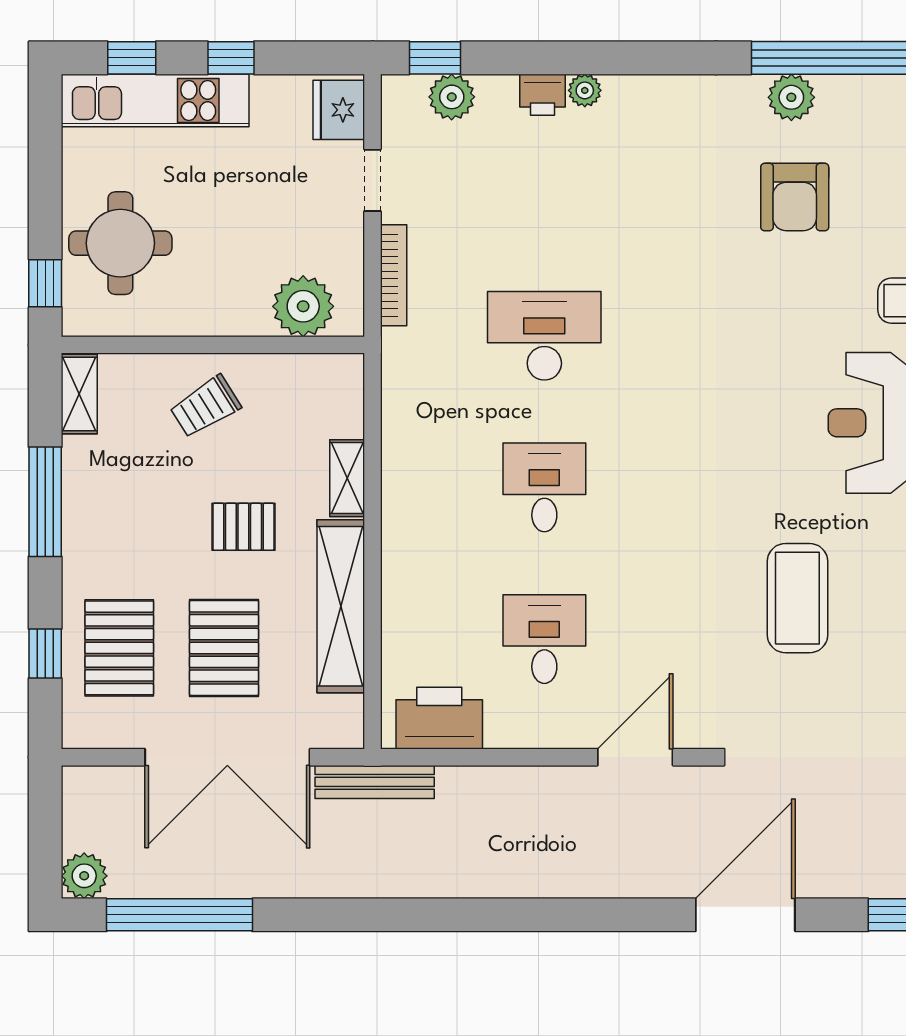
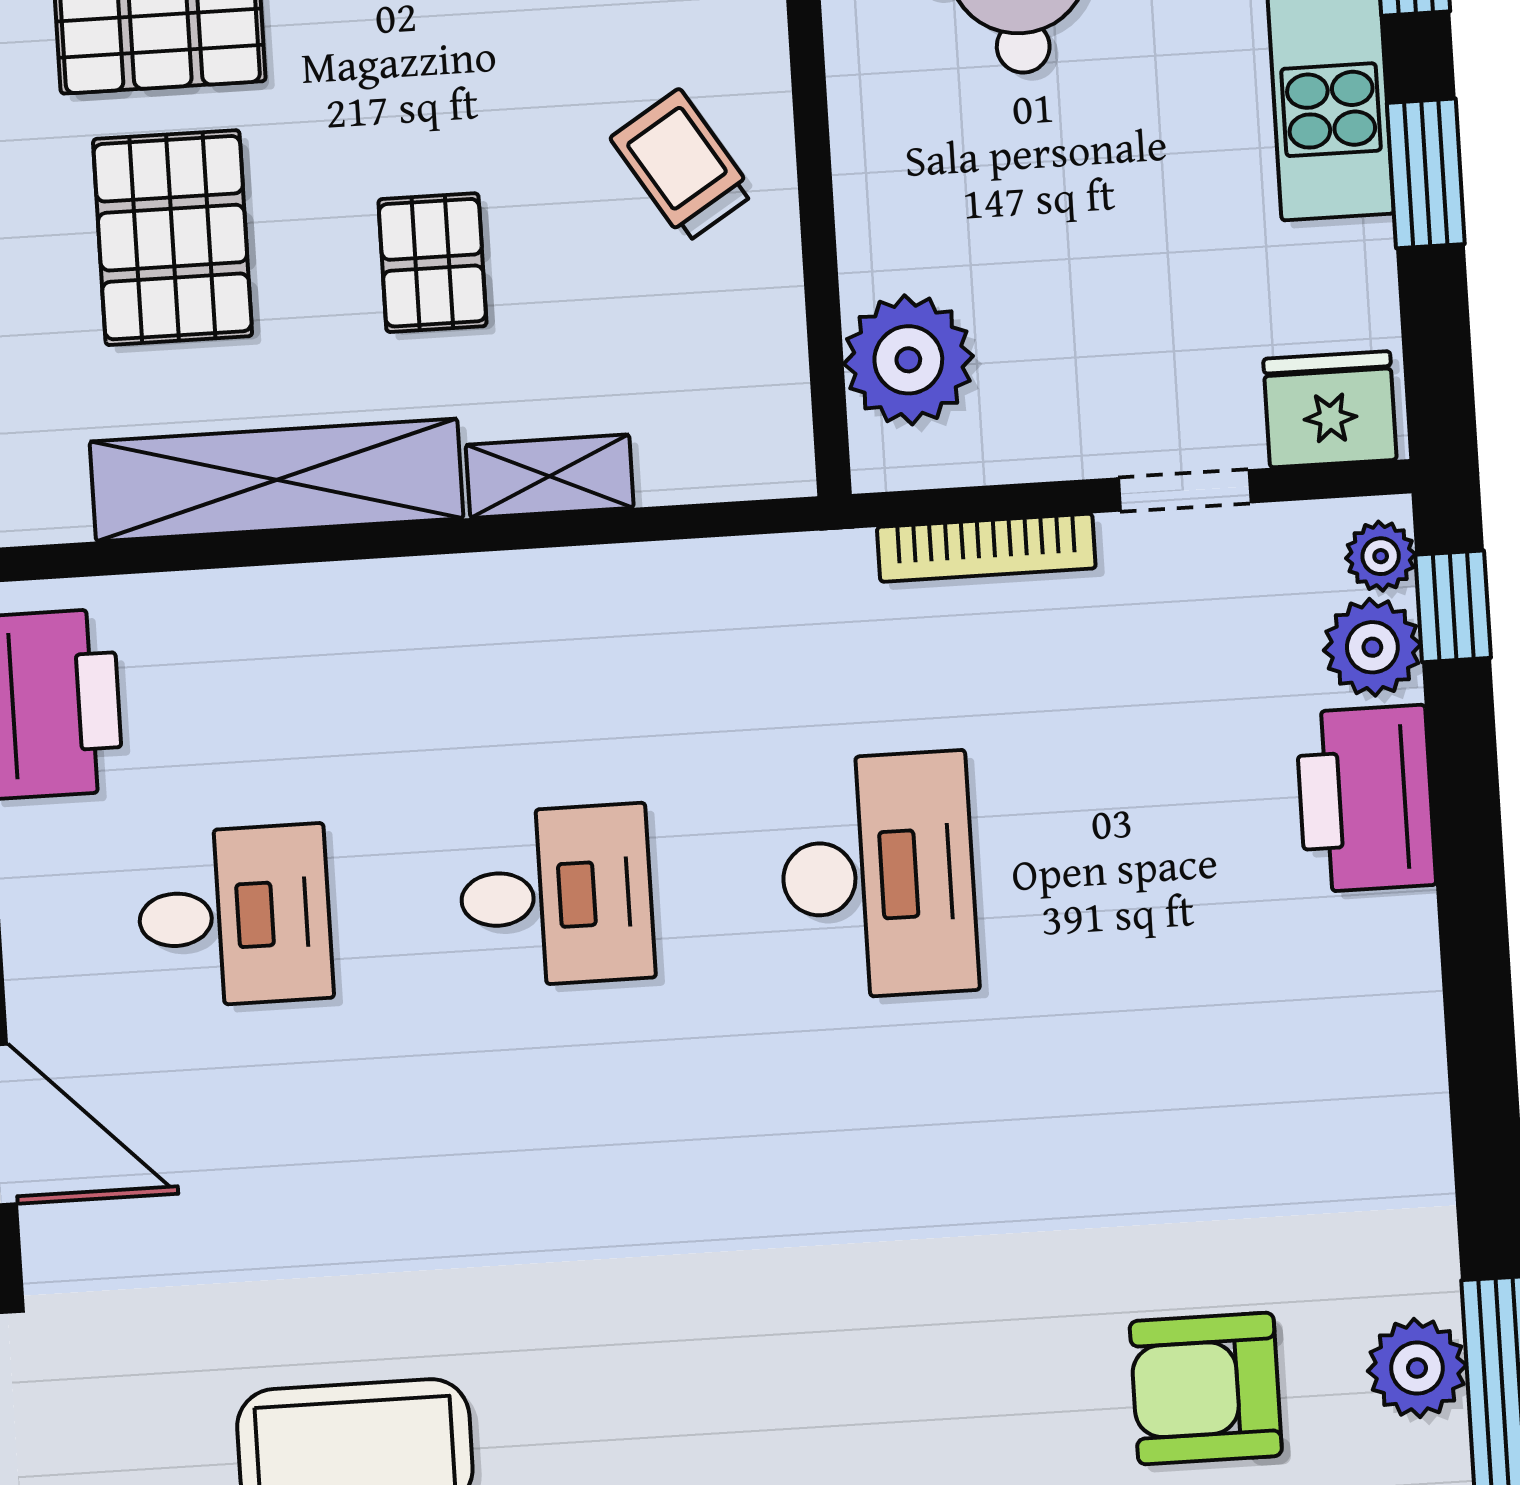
window: (231, 58) -> (1426, 173), width x1.50
plant: (585, 90) -> (1381, 556), moved
printer: (542, 95) -> (1366, 799), width x1.87, depth x1.48
pallet: (224, 648) -> (173, 238), turned 90

